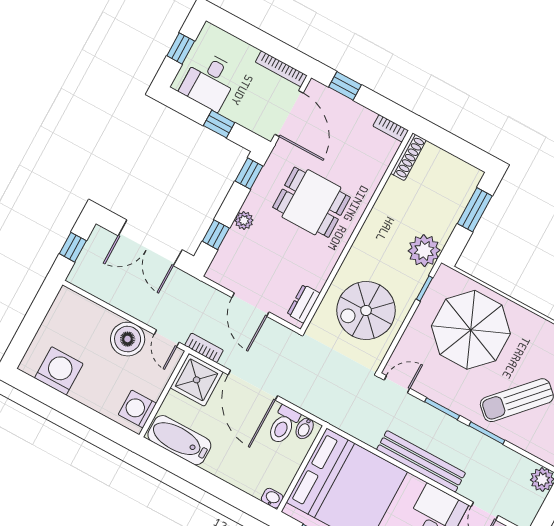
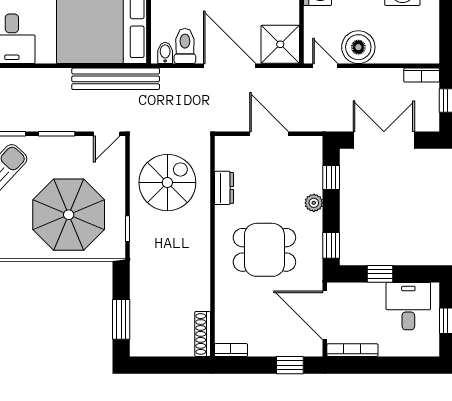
plant: (424, 251) -> (145, 261), removed
dresser: (304, 304) -> (224, 188), moved
bookcase: (204, 348) -> (422, 75), moved
bench: (421, 461) -> (116, 79), moved

